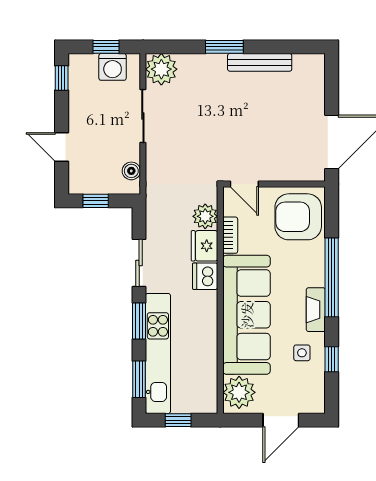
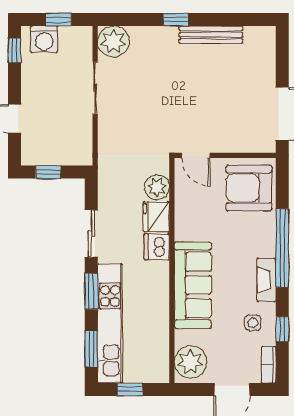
window: (224, 47) -> (176, 19), width x0.67
washing machine: (113, 67) -> (44, 39), moved
boiler: (131, 171) -> (84, 142), removed
bookcase: (230, 235) -> (269, 365), moved, turned 180
sofa: (247, 315) -> (193, 285), width x0.74, depth x0.79

